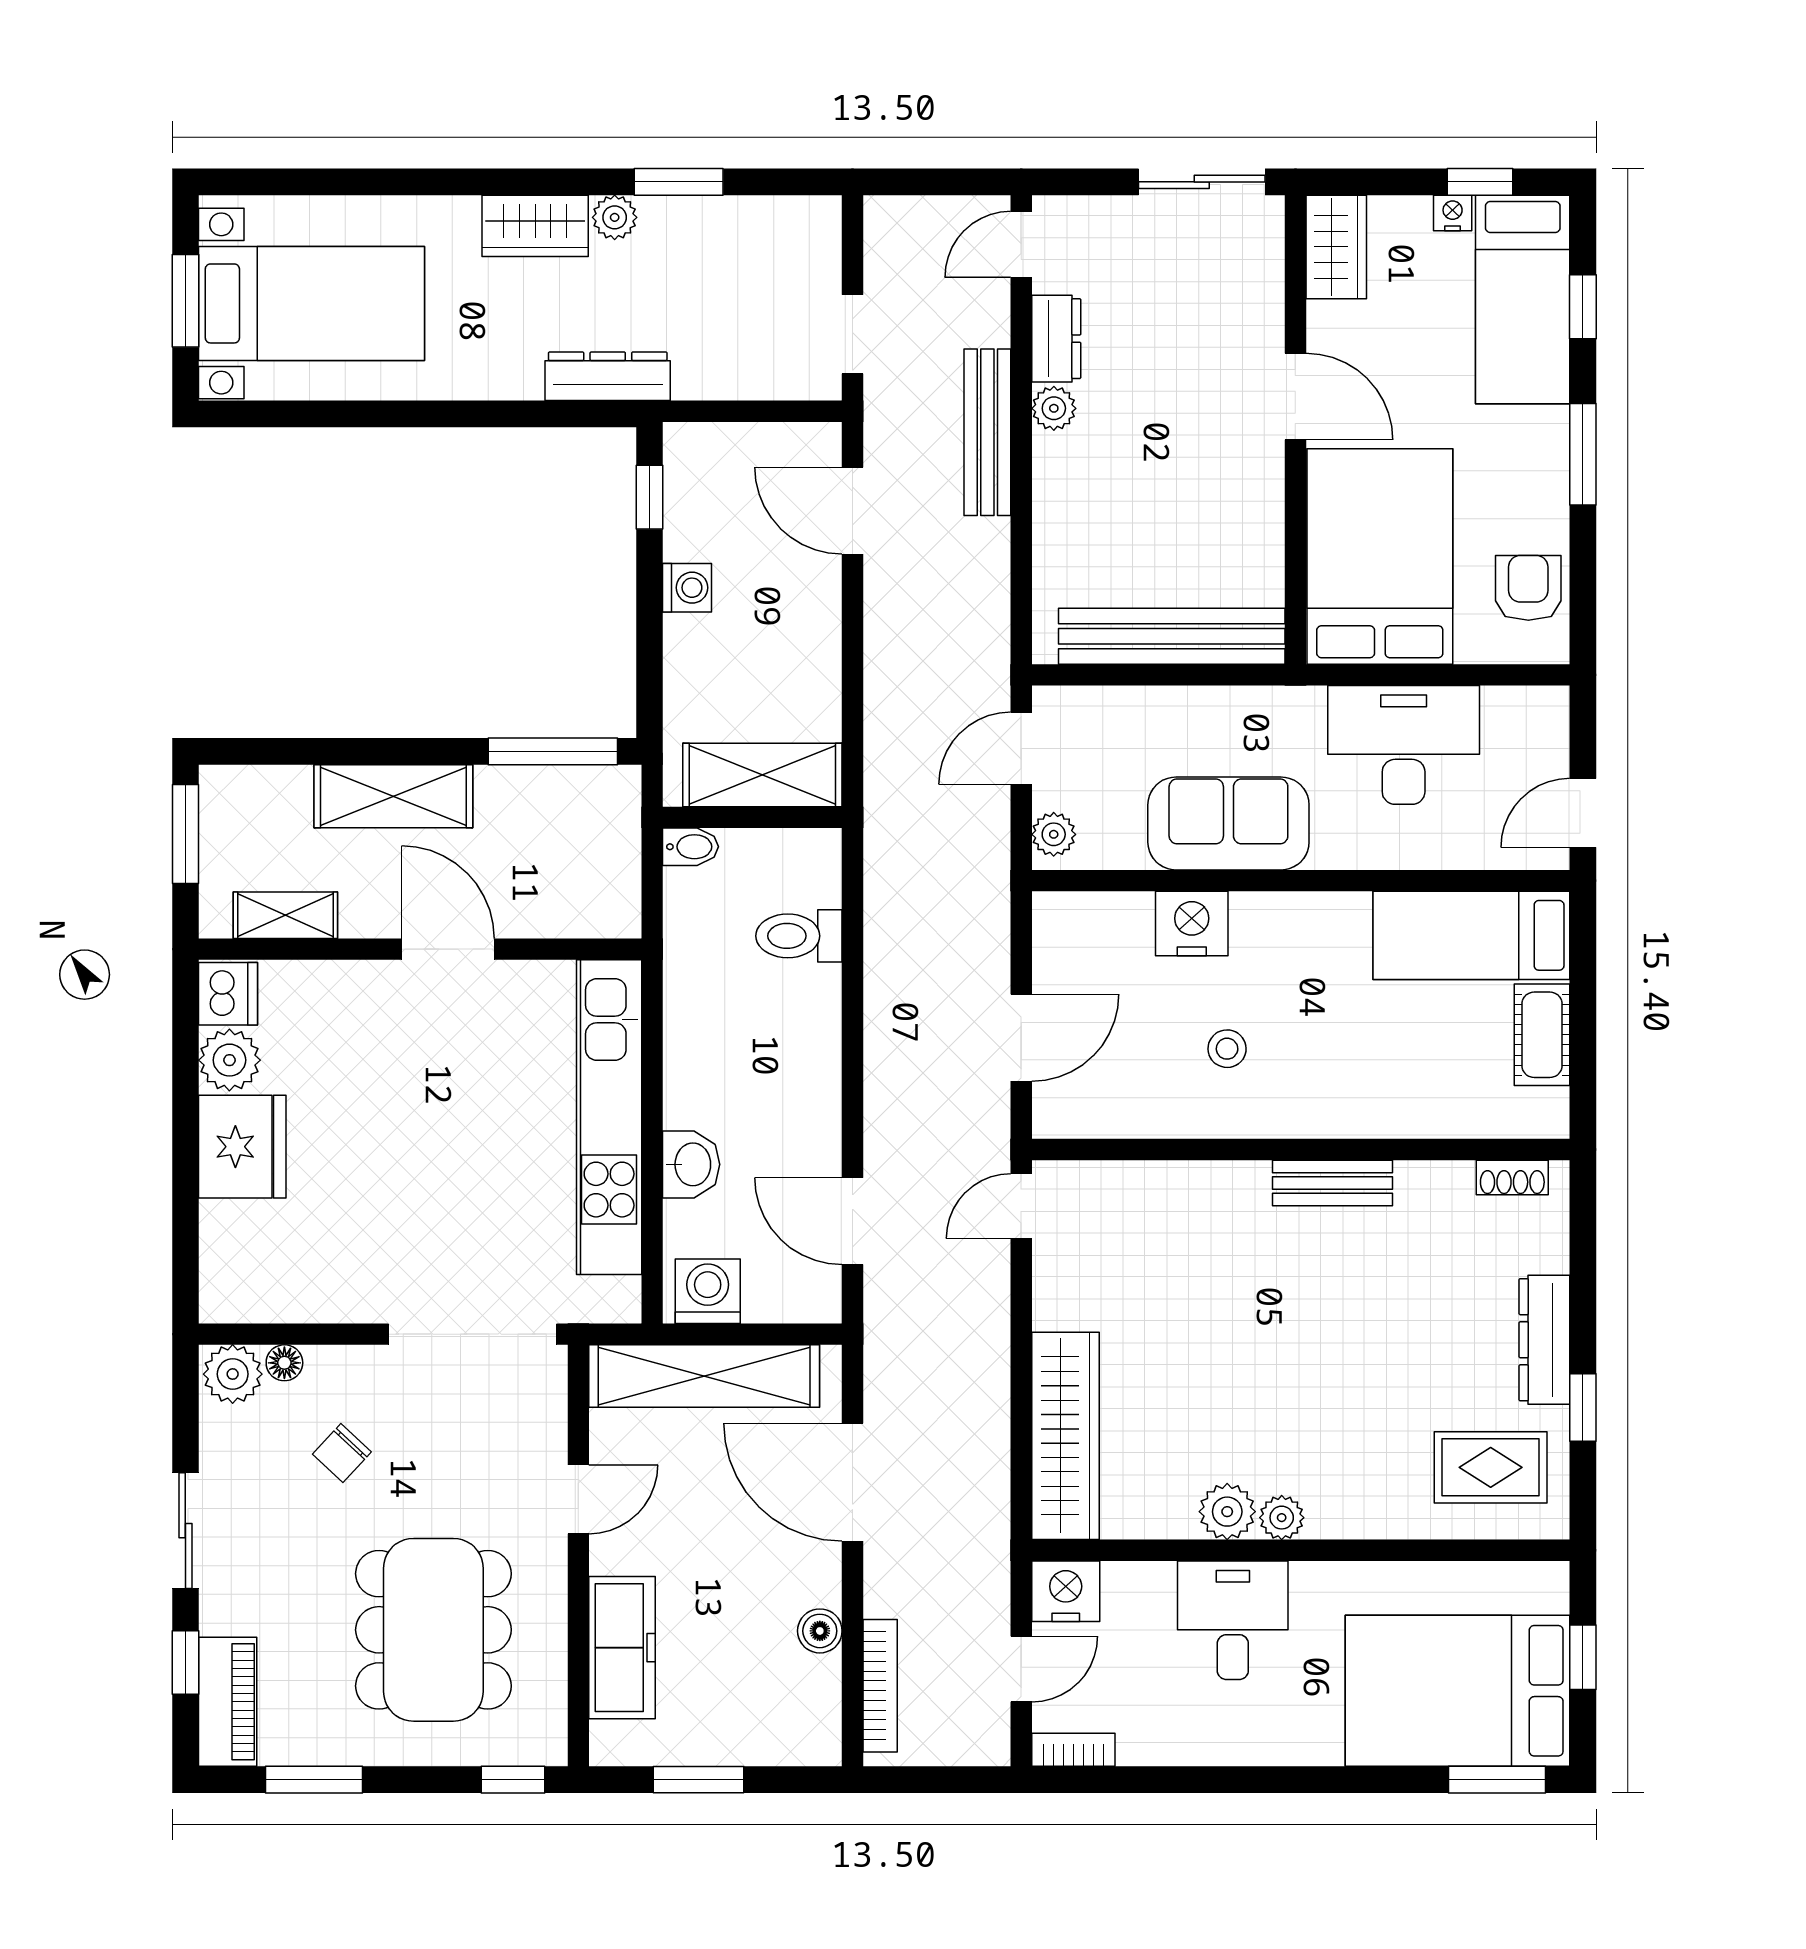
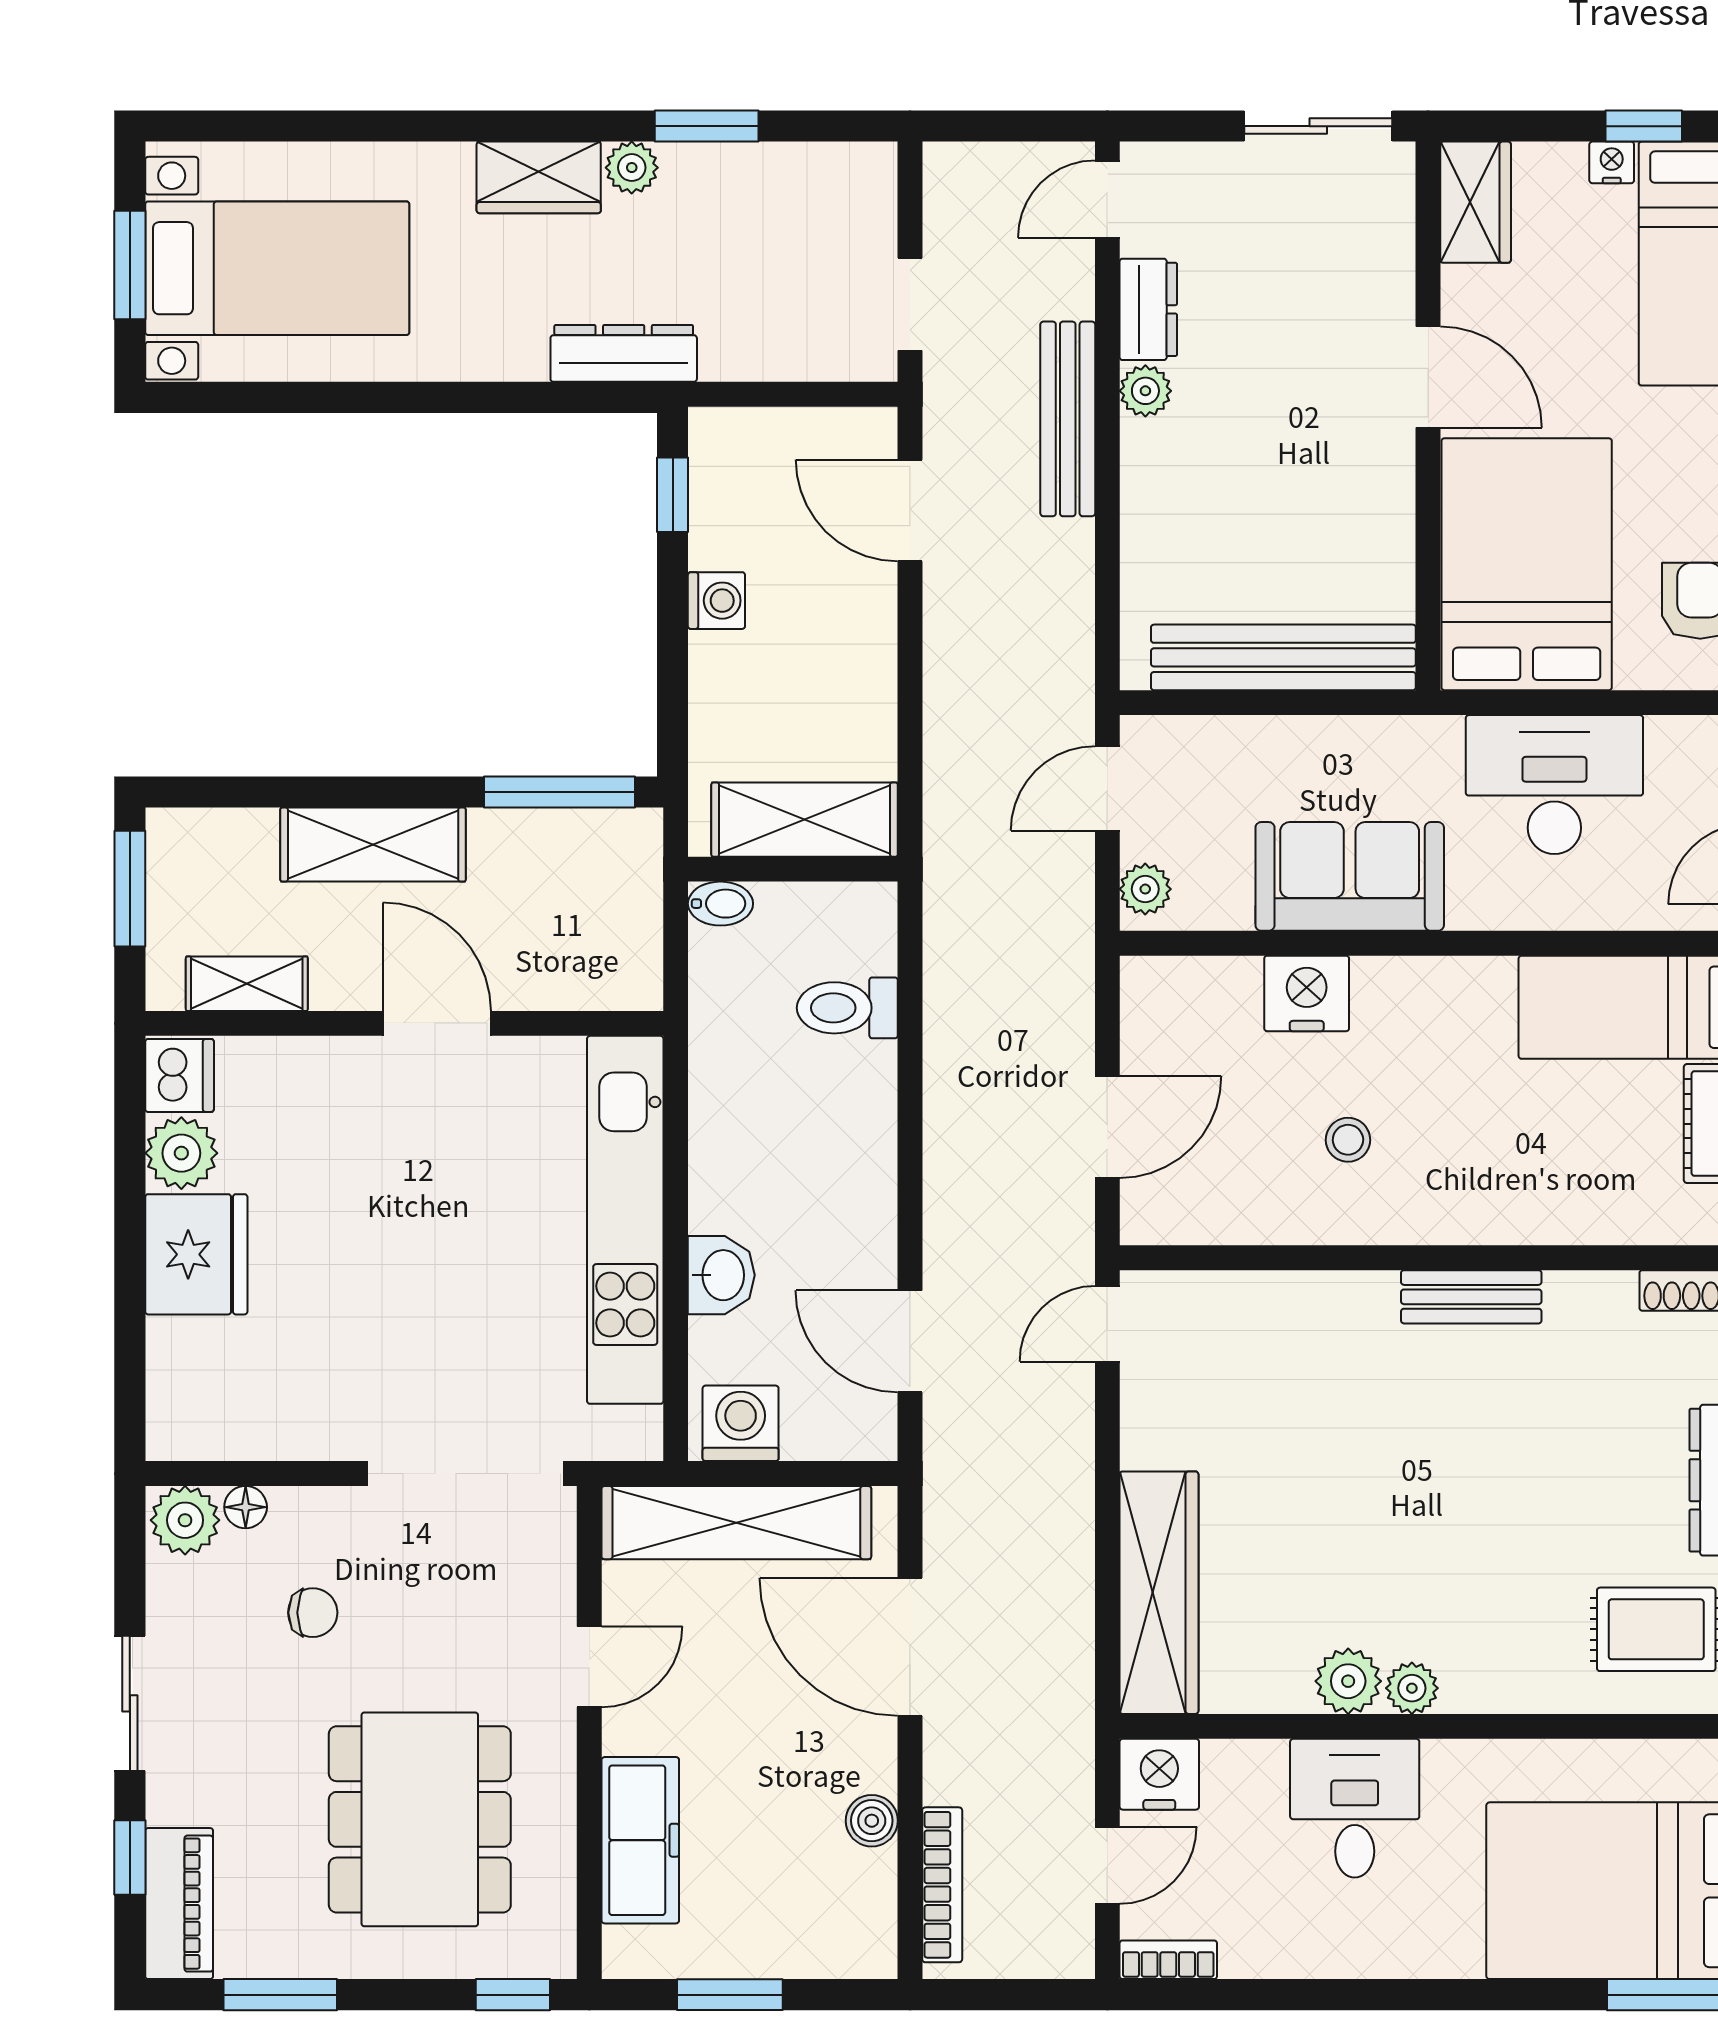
chair: (342, 1453) -> (313, 1613), turned -133

